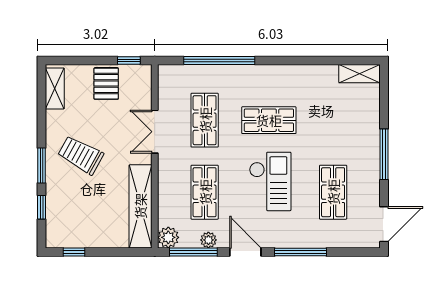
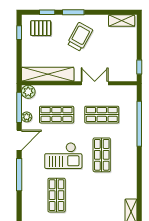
pallet: (106, 84) -> (41, 28), moved
shop shelf: (333, 192) -> (57, 195), turned 90

